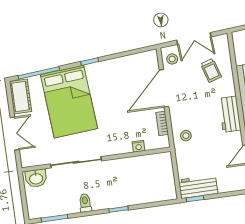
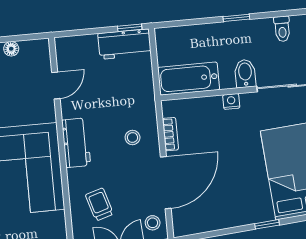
stool: (186, 136) -> (133, 138), moved
nightstand: (138, 146) -> (231, 101), moved
bathtub: (151, 164) -> (189, 79), added
bidet: (110, 170) -> (245, 73), added

